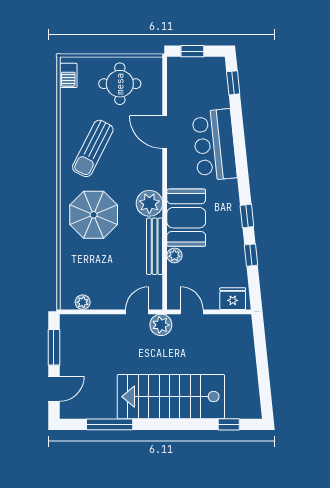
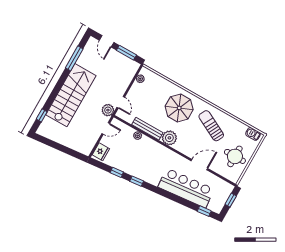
bar counter: (215, 145) -> (186, 188), width x1.36
booth: (186, 218) -> (152, 152), removed

